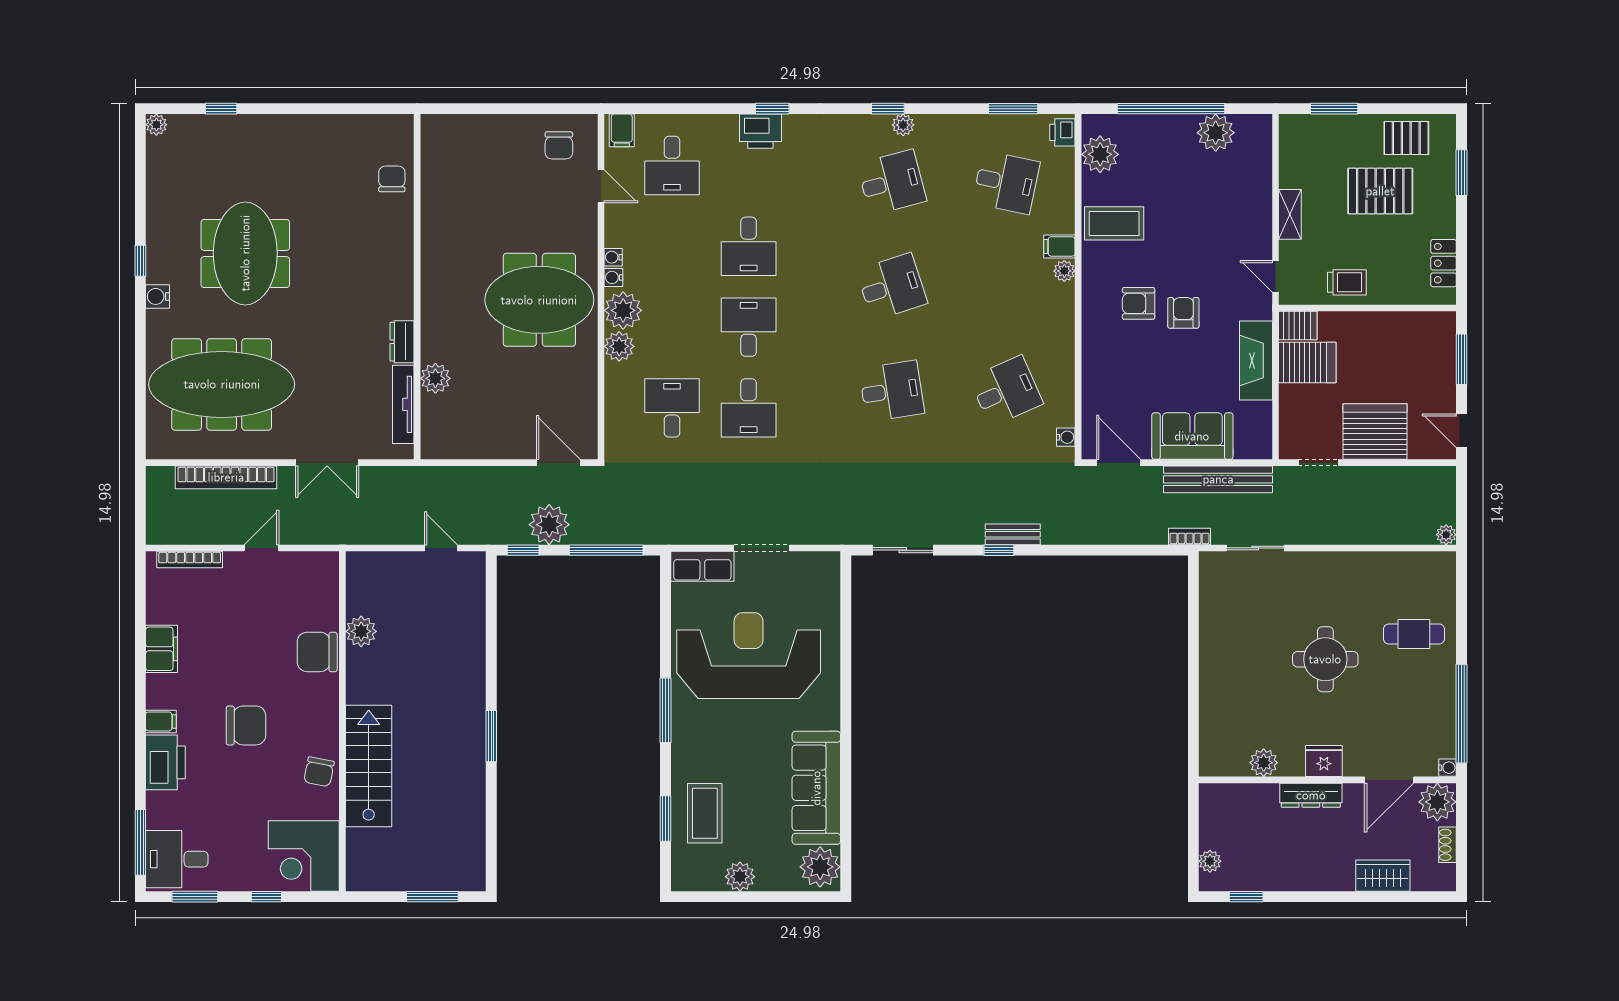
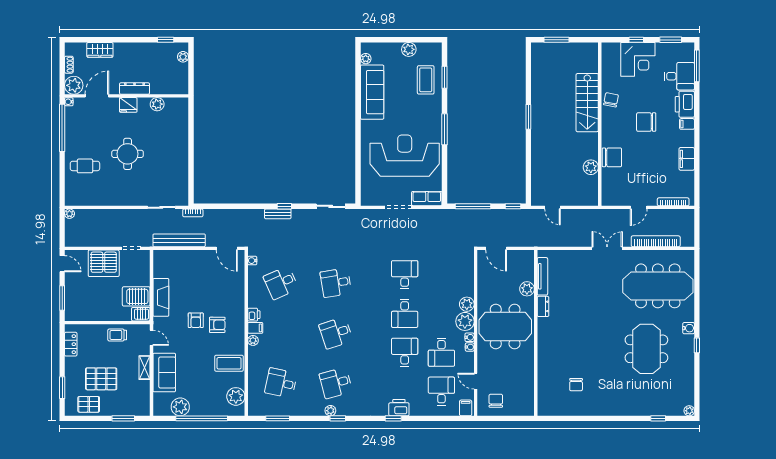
printer: (1062, 132) -> (254, 315), moved
filing cabinet: (1059, 246) -> (255, 328), moved
wall: (417, 287) -> (536, 333), moved
dresser: (402, 342) -> (543, 306), moved
plant: (435, 378) -> (527, 289), moved
tv unit: (403, 404) -> (542, 276), moved
desk: (672, 408) -> (441, 352), moved
sofa: (1192, 436) -> (164, 373), moved, turned -90
plant: (549, 525) -> (500, 219), removed
reception desk: (749, 656) -> (405, 156), turned 180
corner desk: (304, 856) -> (638, 59), moved, turned 90
desk: (177, 859) -> (679, 76), moved
plant: (820, 867) -> (366, 59), width x0.53, depth x0.53

